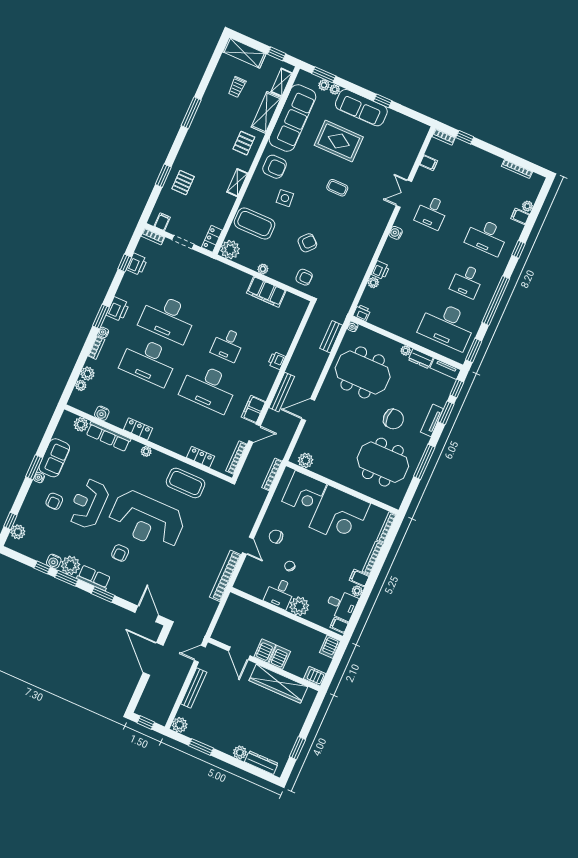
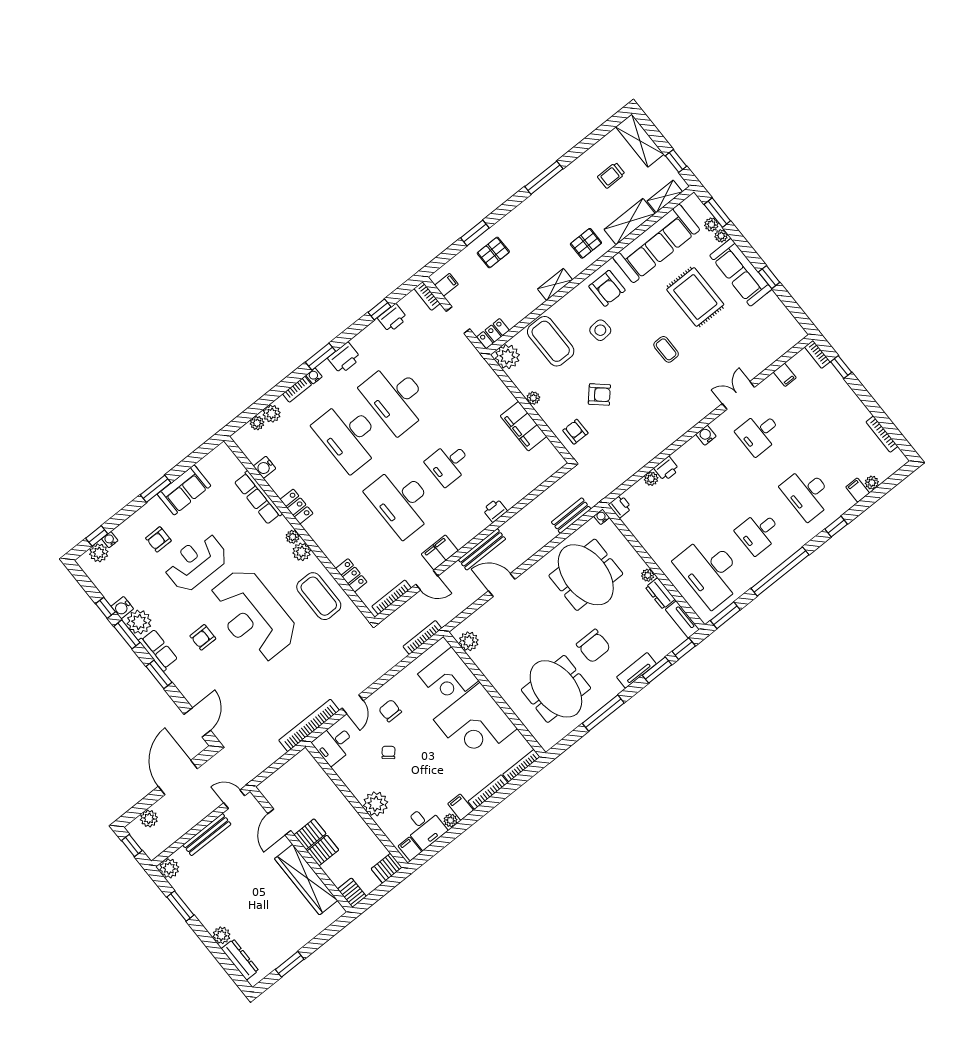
armchair: (304, 277) -> (575, 432), turned 180
plant: (81, 424) -> (302, 552), moved
water cooler: (39, 477) -> (110, 540), moved
desk: (280, 593) -> (334, 744), moved
plant: (148, 698) -> (149, 818), added

